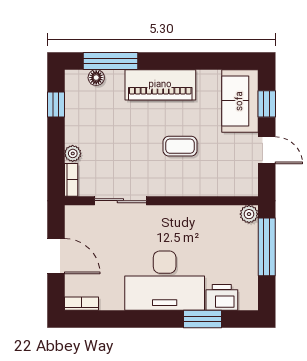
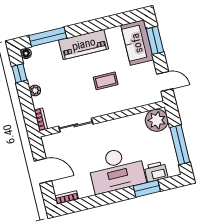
floor lamp: (96, 78) -> (26, 53), moved
window: (267, 104) -> (155, 40), width x1.50
door: (267, 150) -> (165, 81), moved
plant: (73, 153) -> (35, 91), moved
plant: (249, 214) -> (157, 120), width x1.88, depth x1.88
window: (267, 247) -> (180, 145), moved

